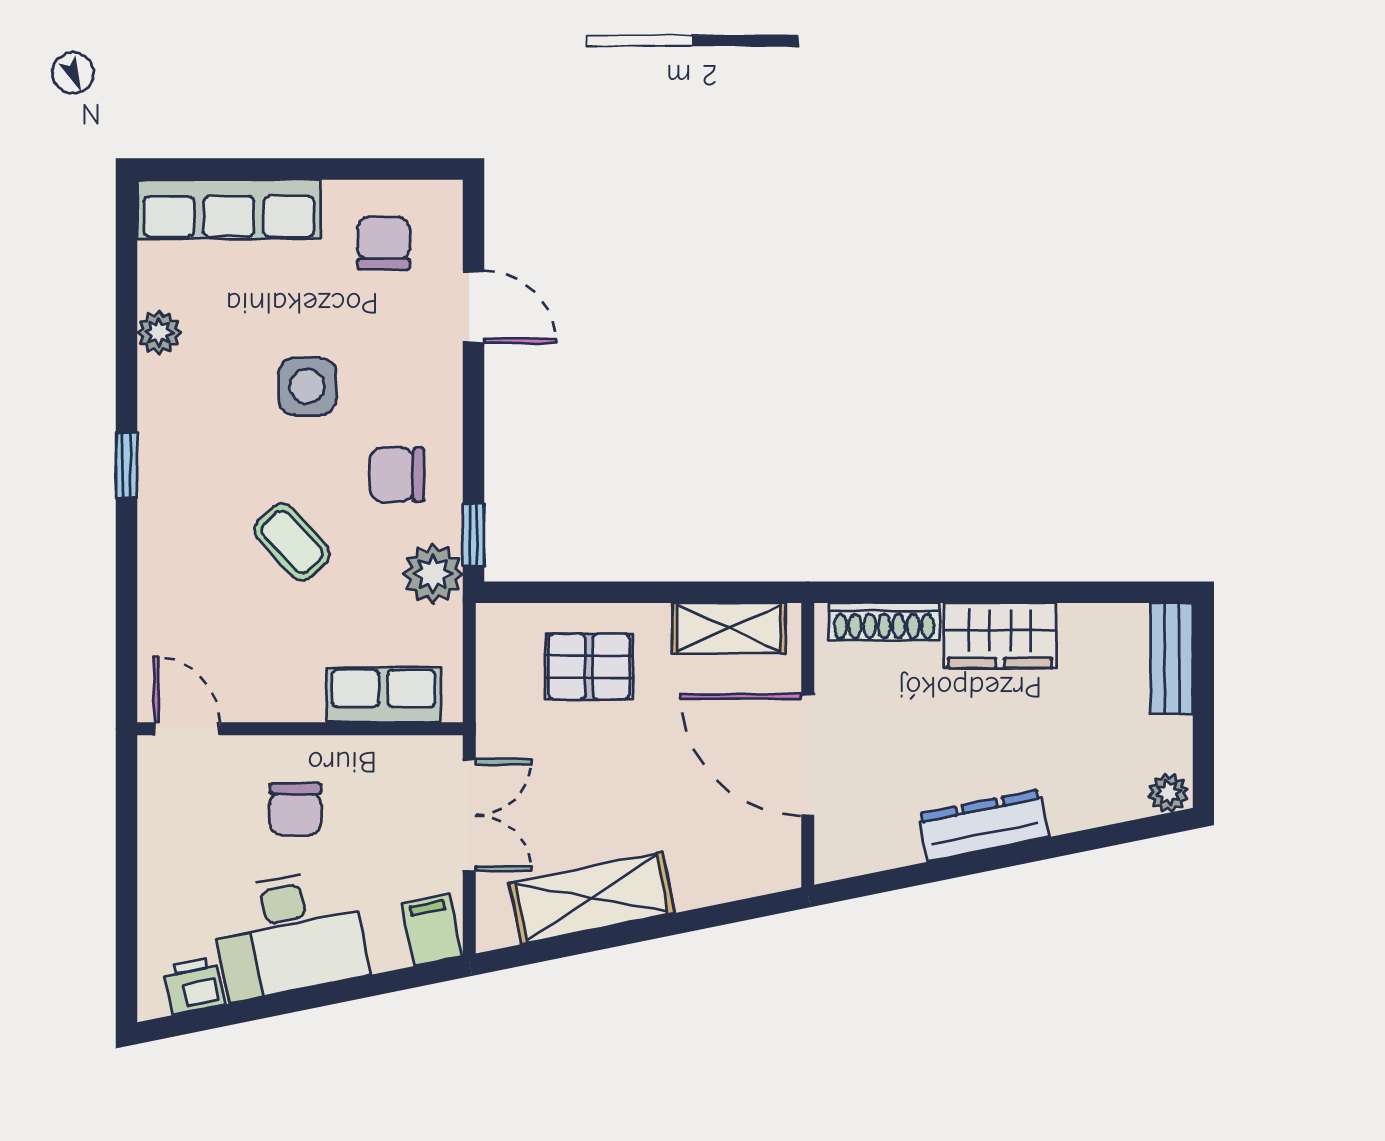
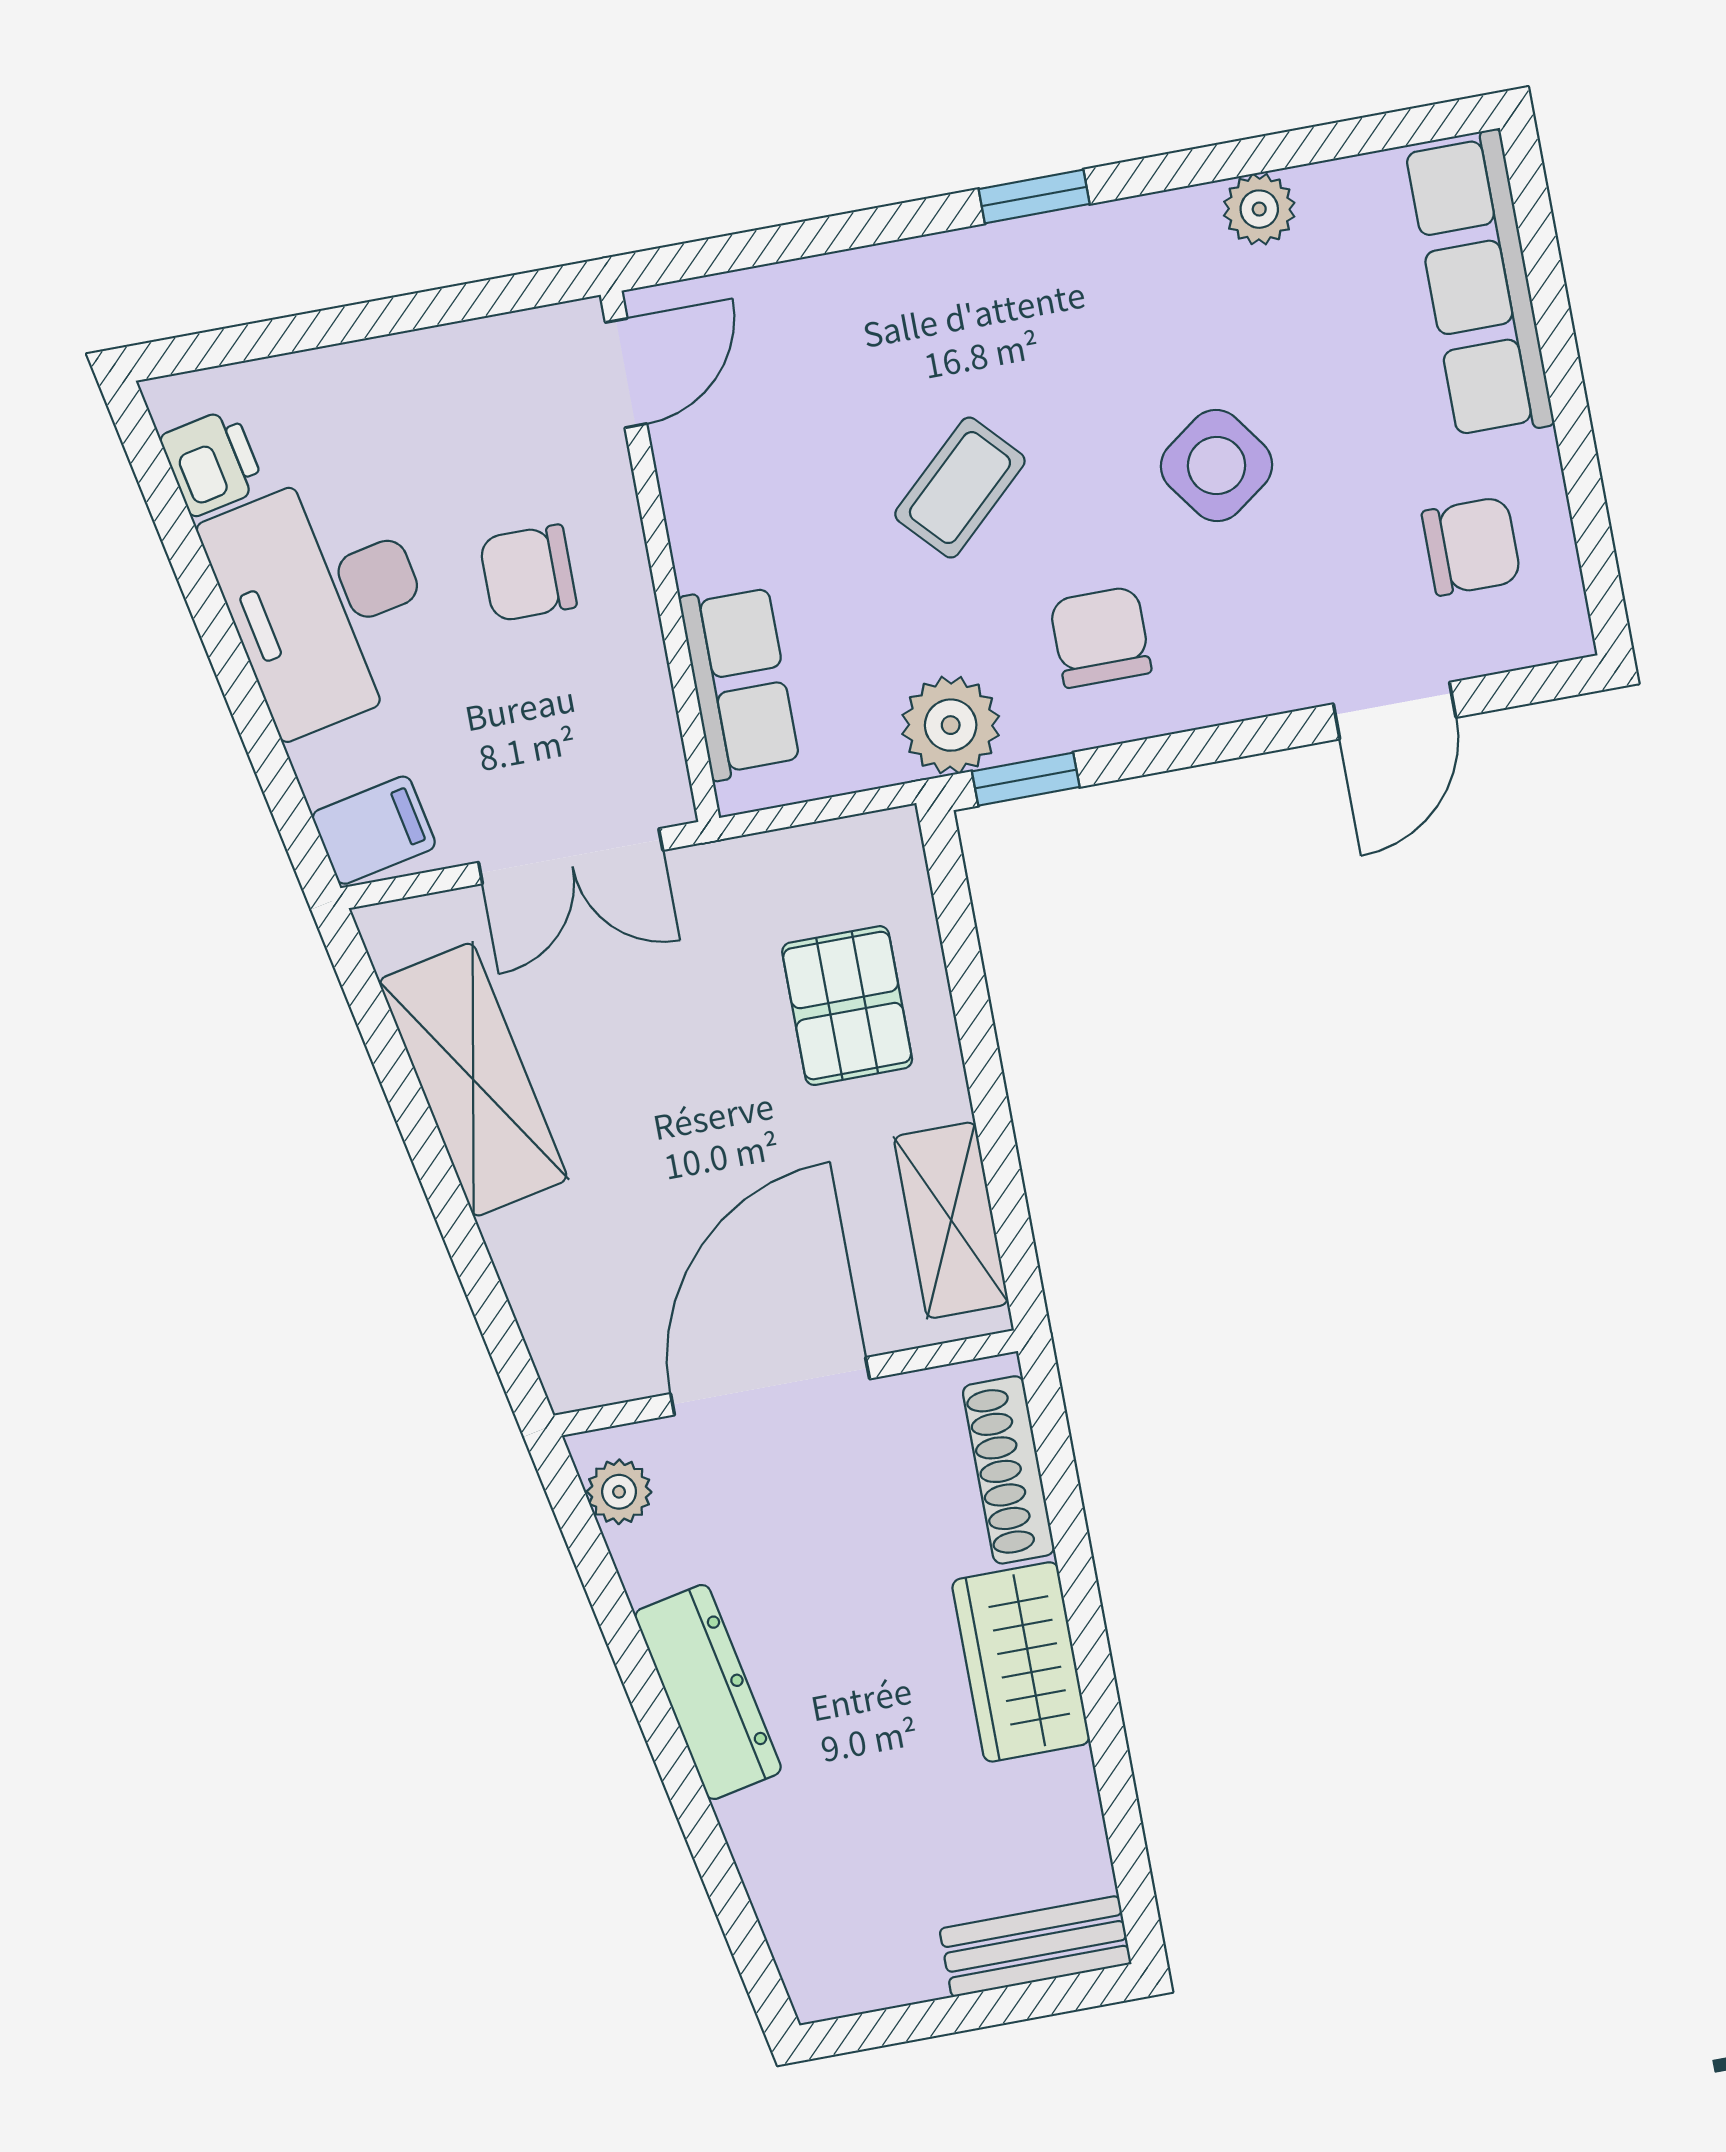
side table: (307, 386) -> (1217, 466), turned -36
plant: (1168, 793) -> (619, 1492), moved

